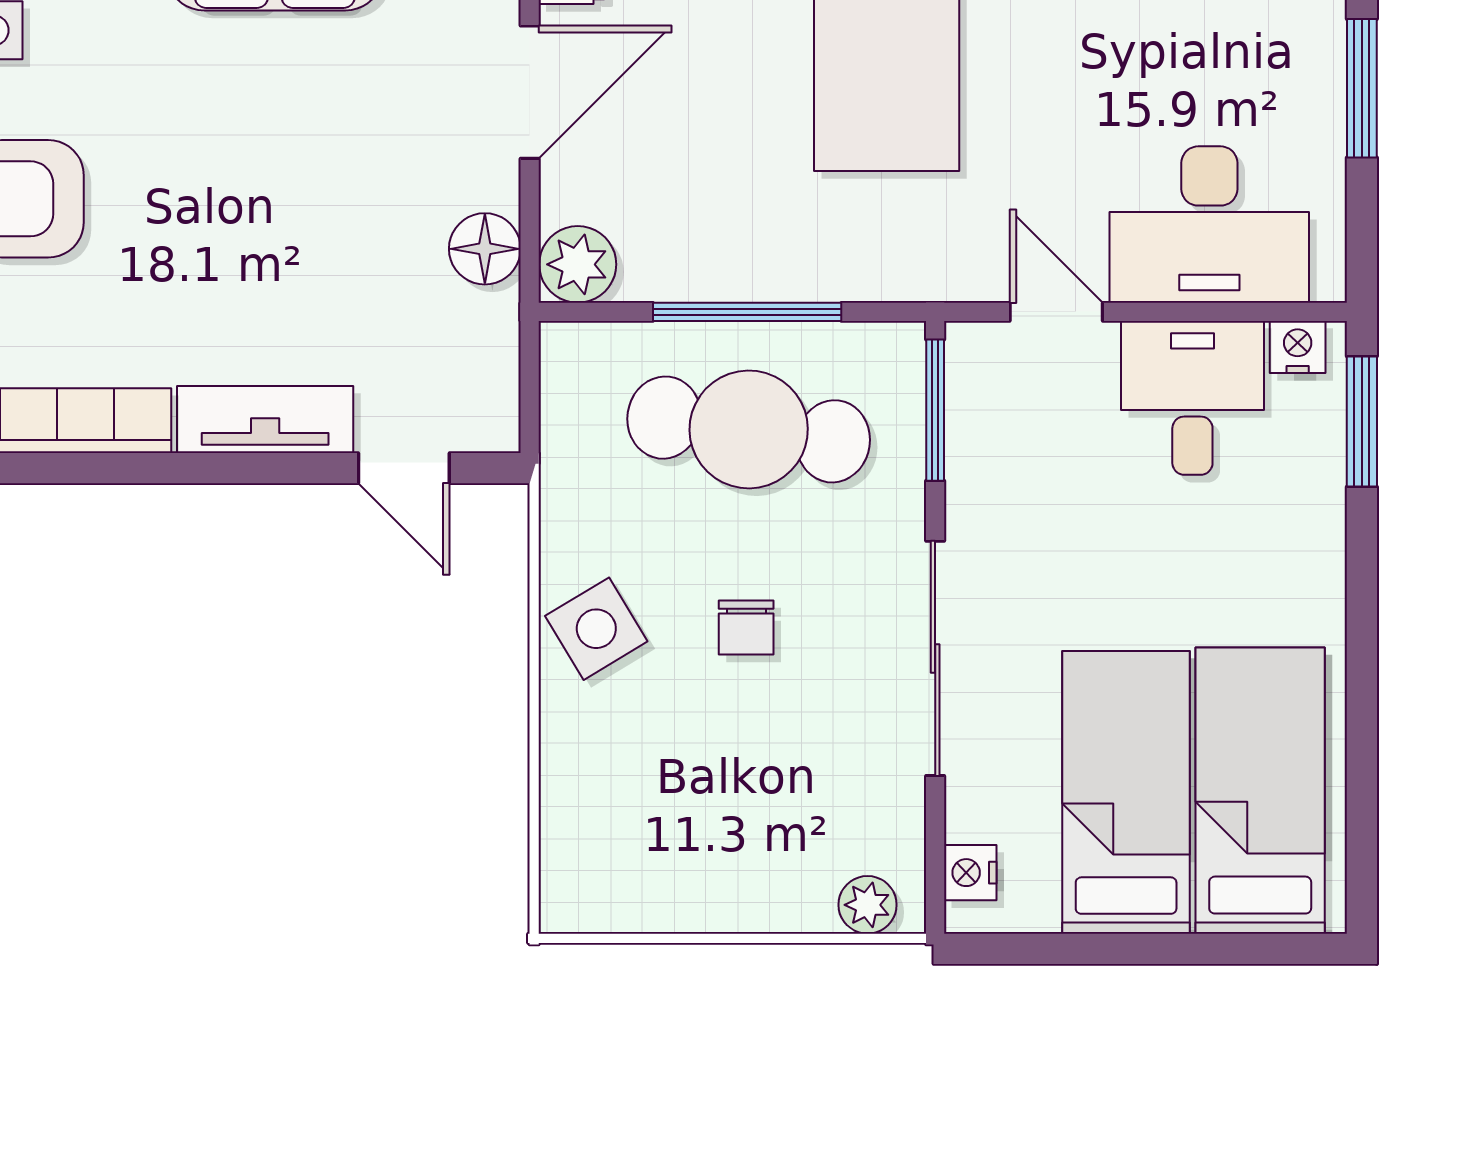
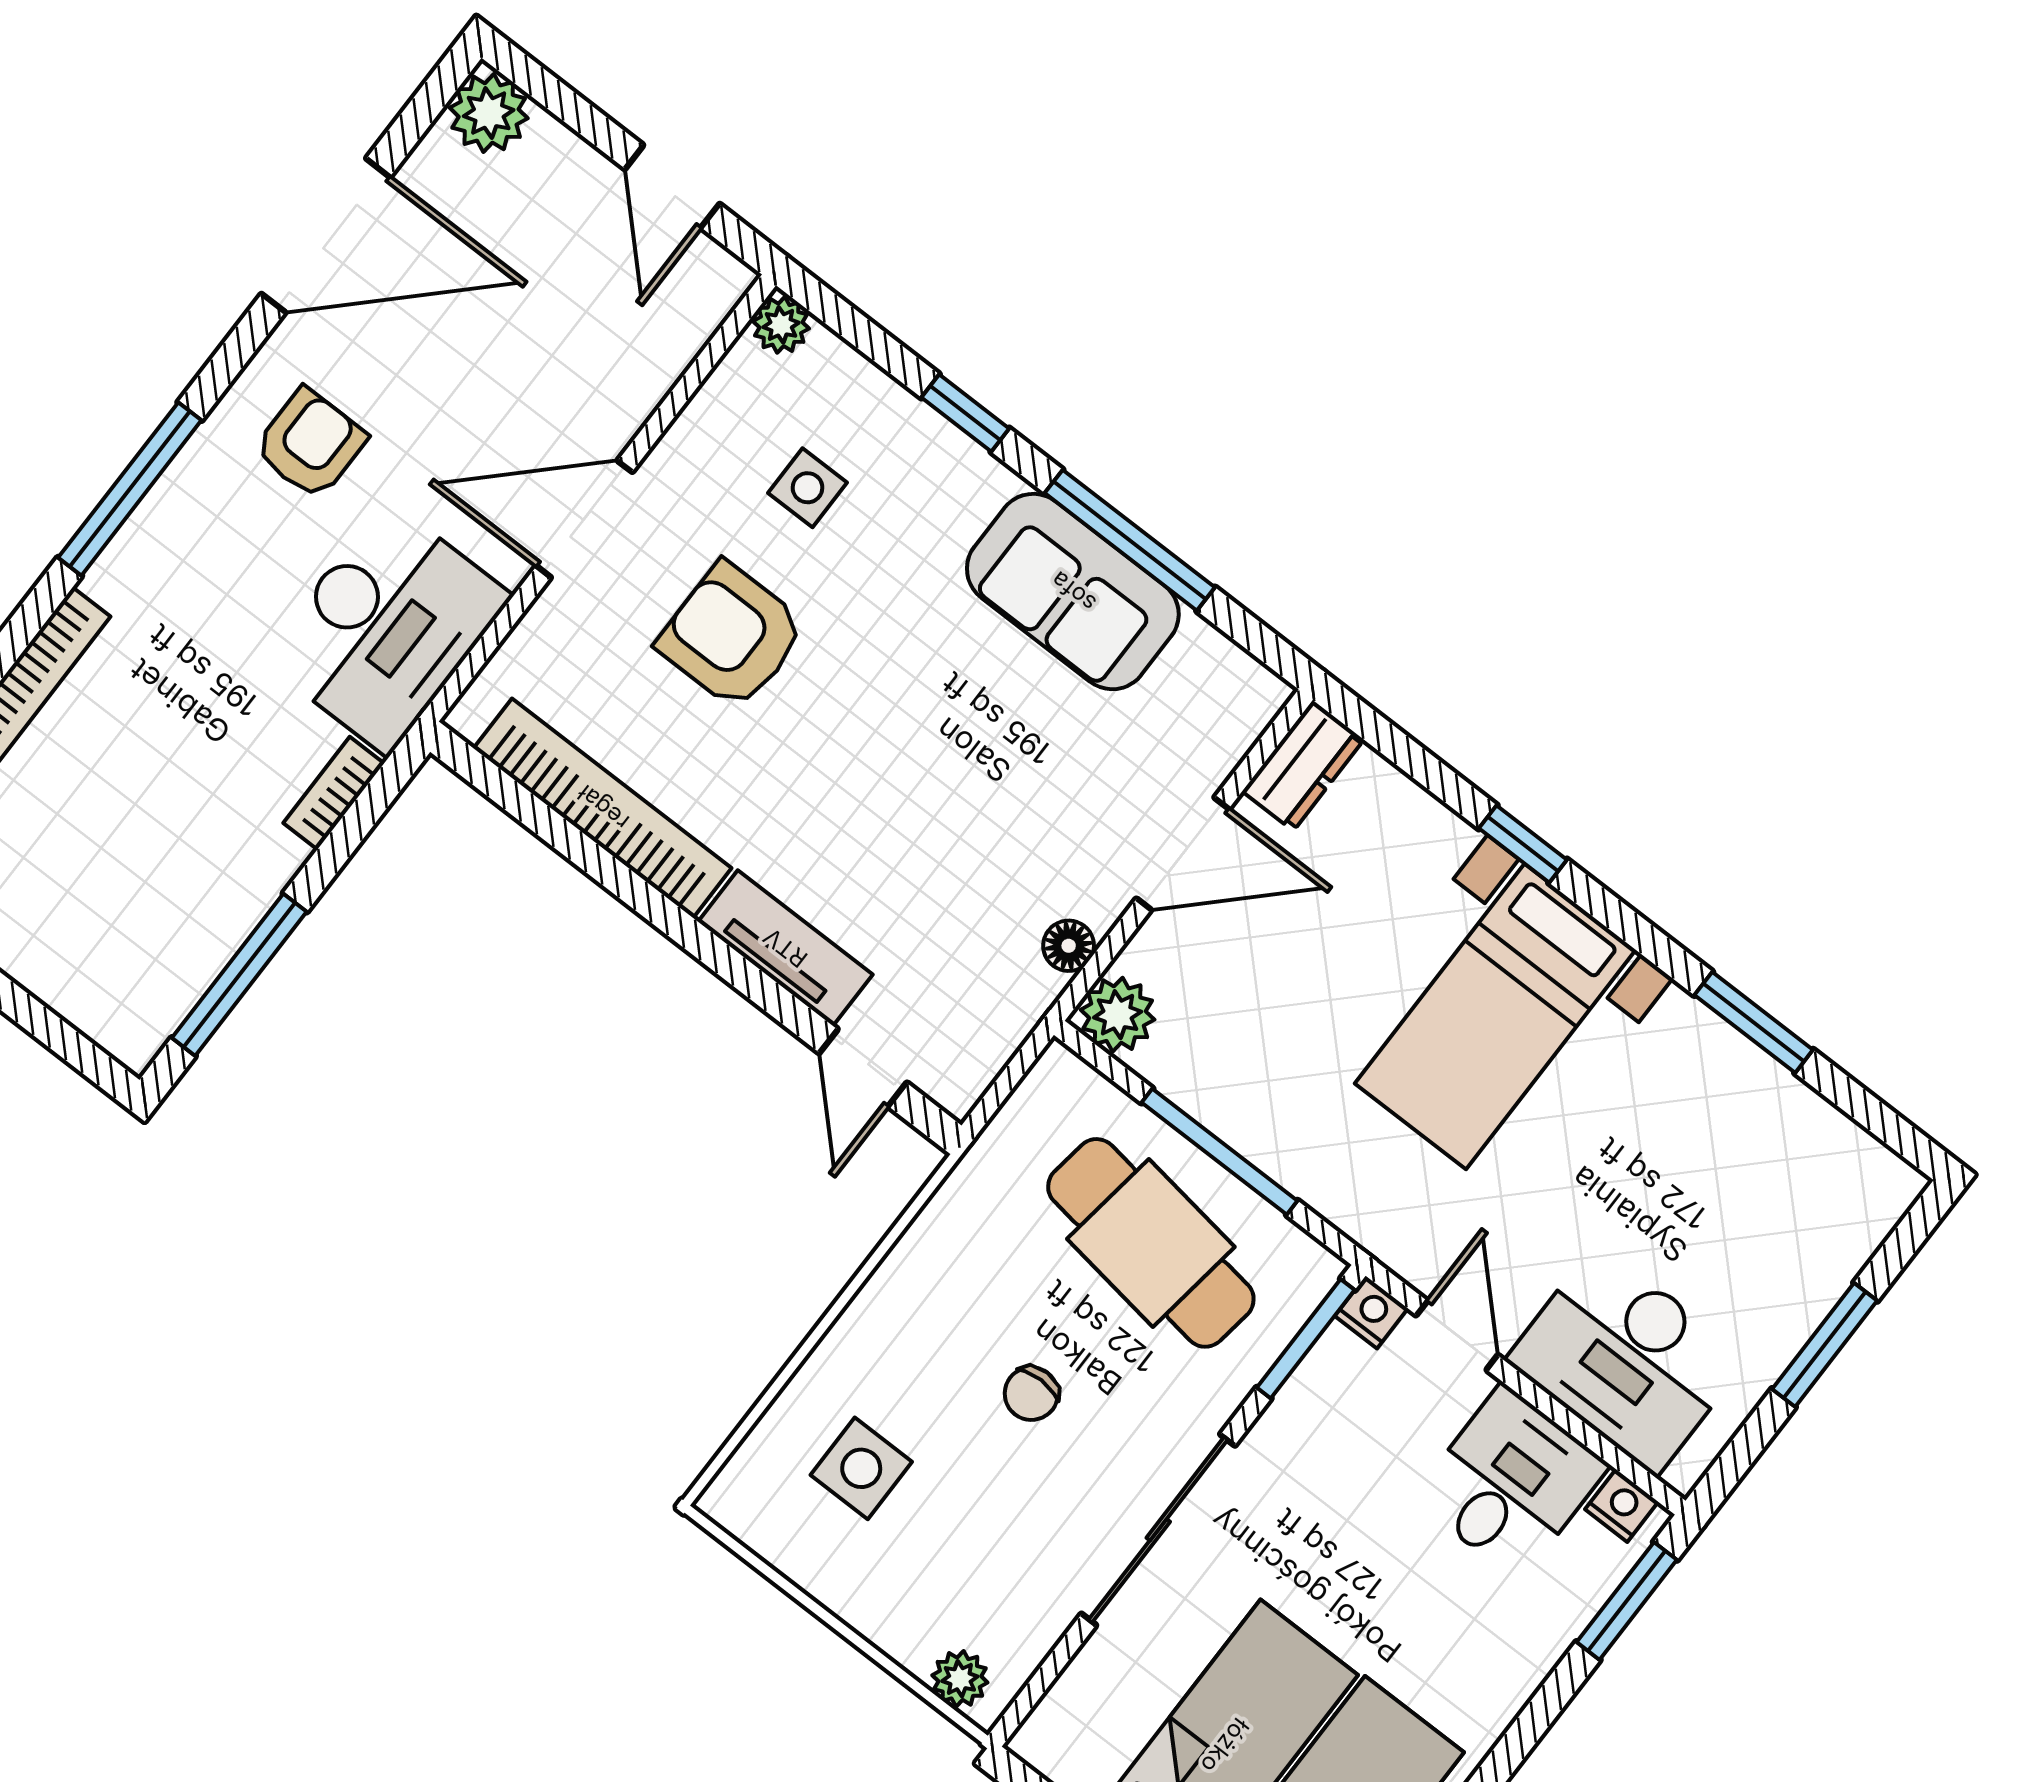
floor lamp: (485, 249) -> (1069, 946), width x0.73, depth x0.73
side table: (596, 629) -> (861, 1468), moved, turned 31
nightstand: (970, 873) -> (1371, 1312), moved, turned 90

